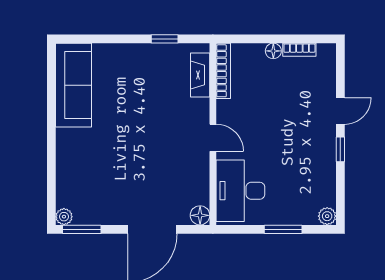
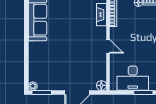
desk: (240, 191) -> (133, 78), moved, turned -90

